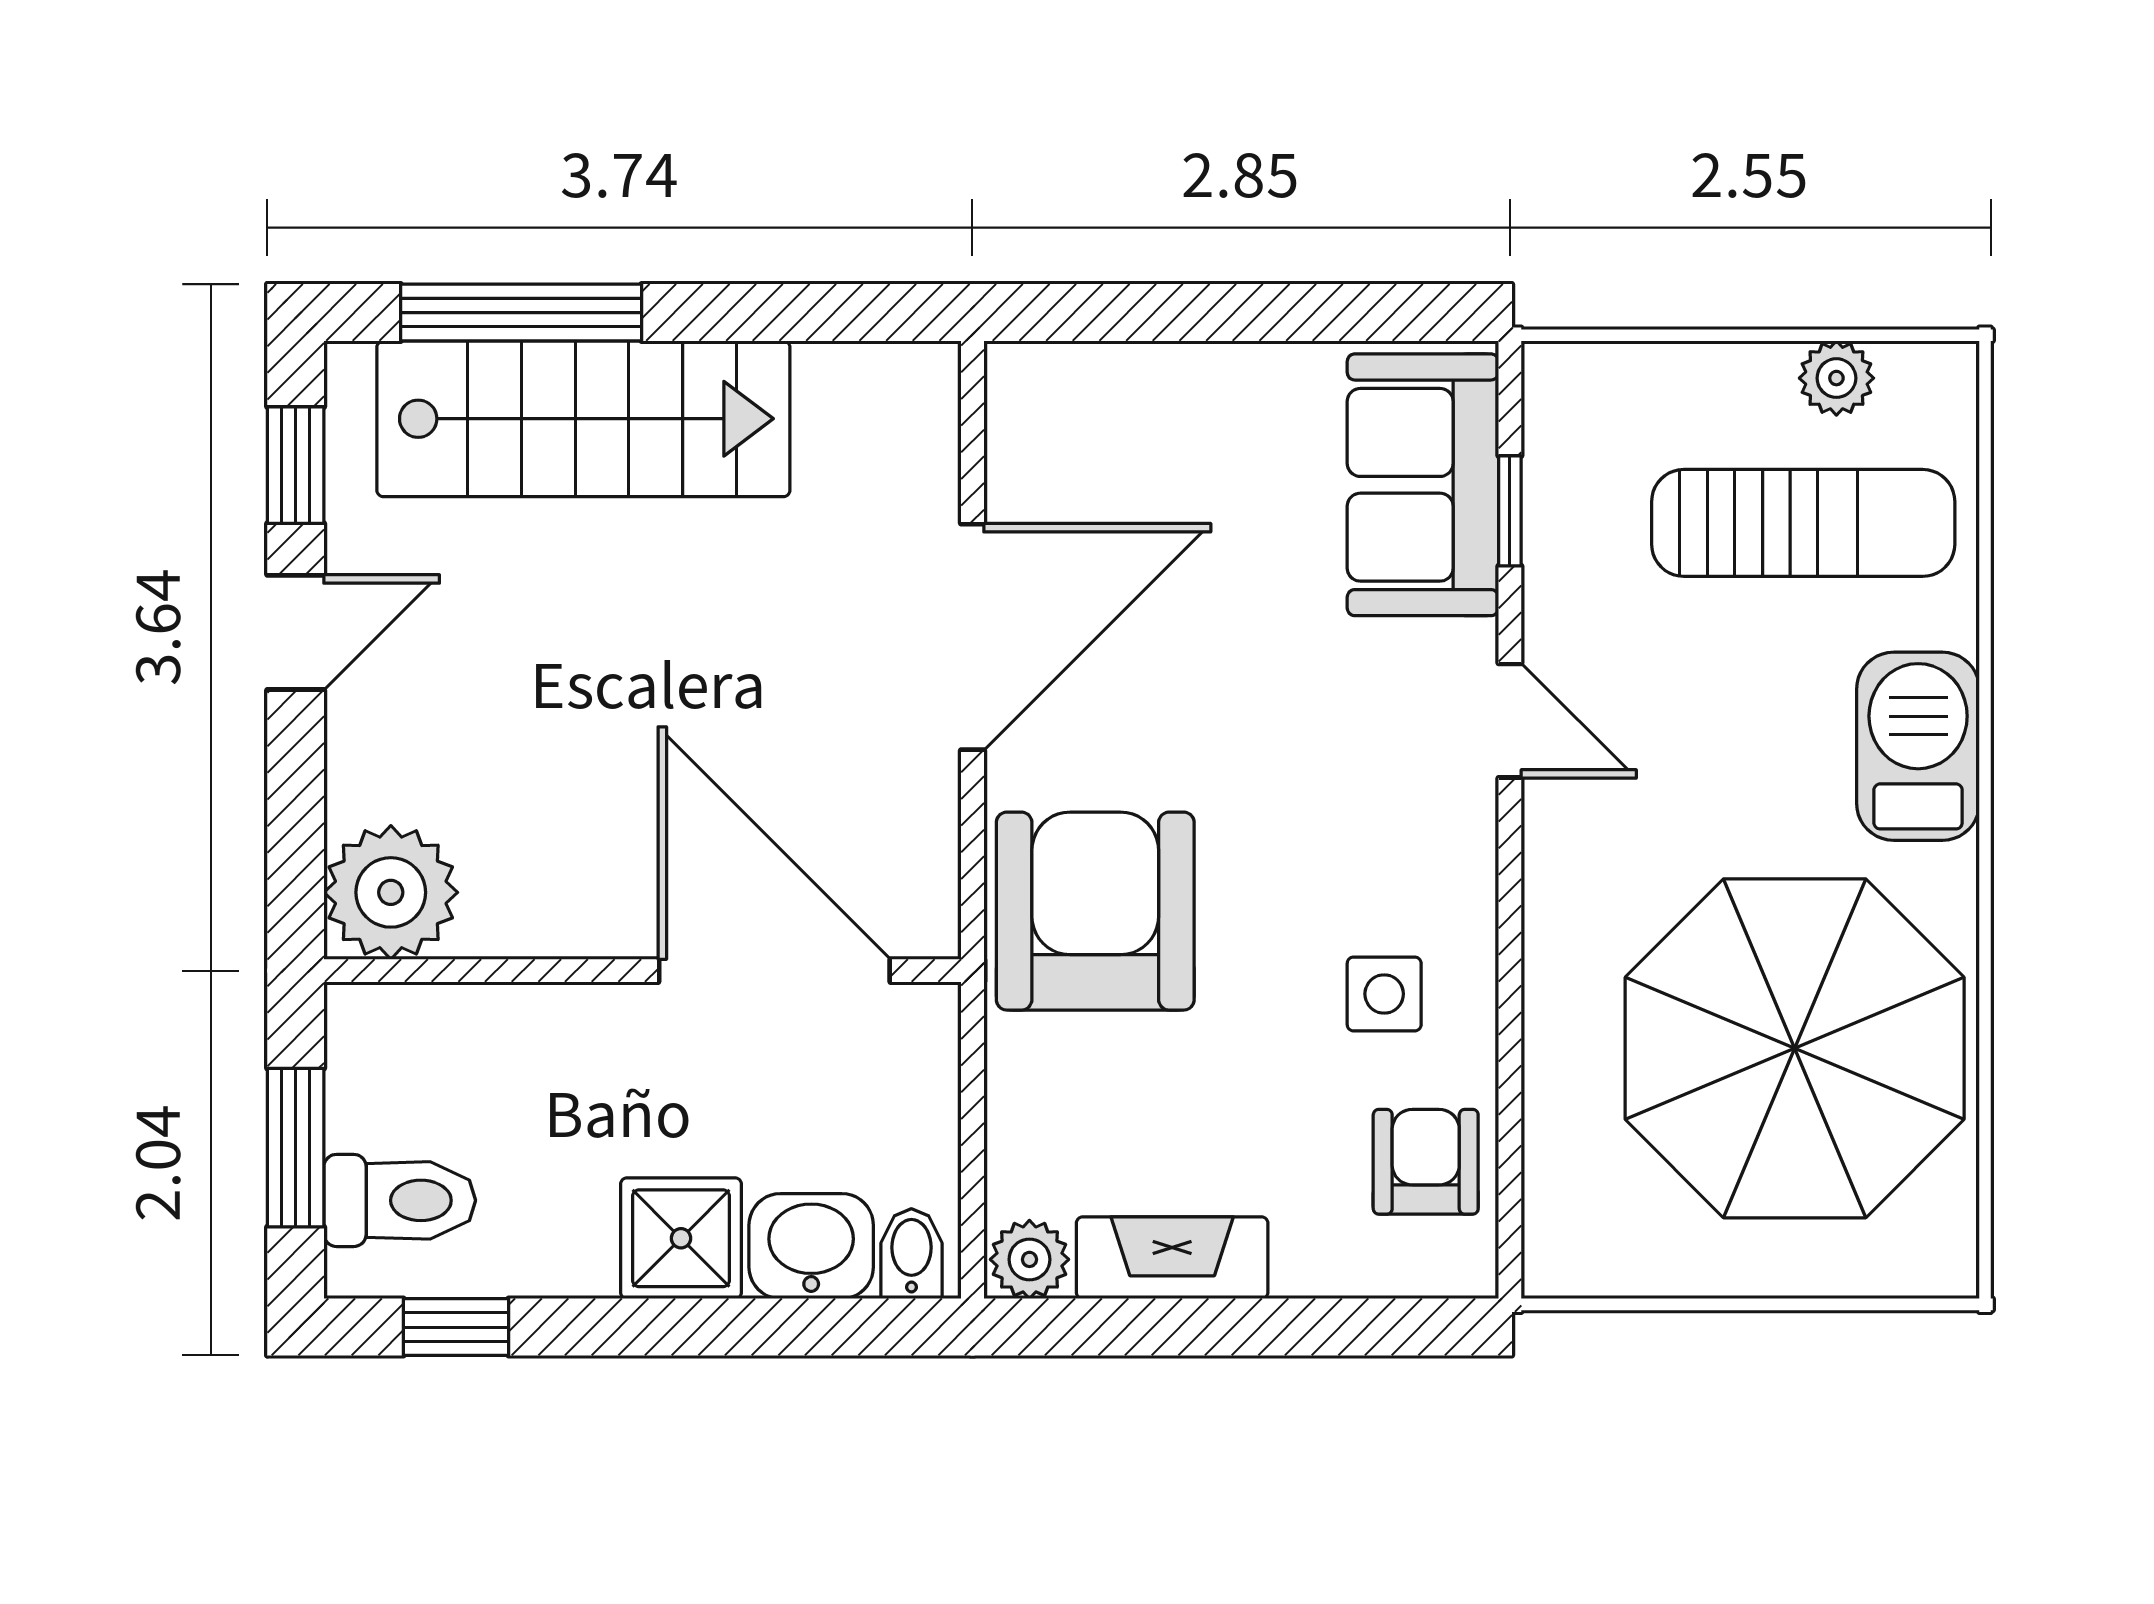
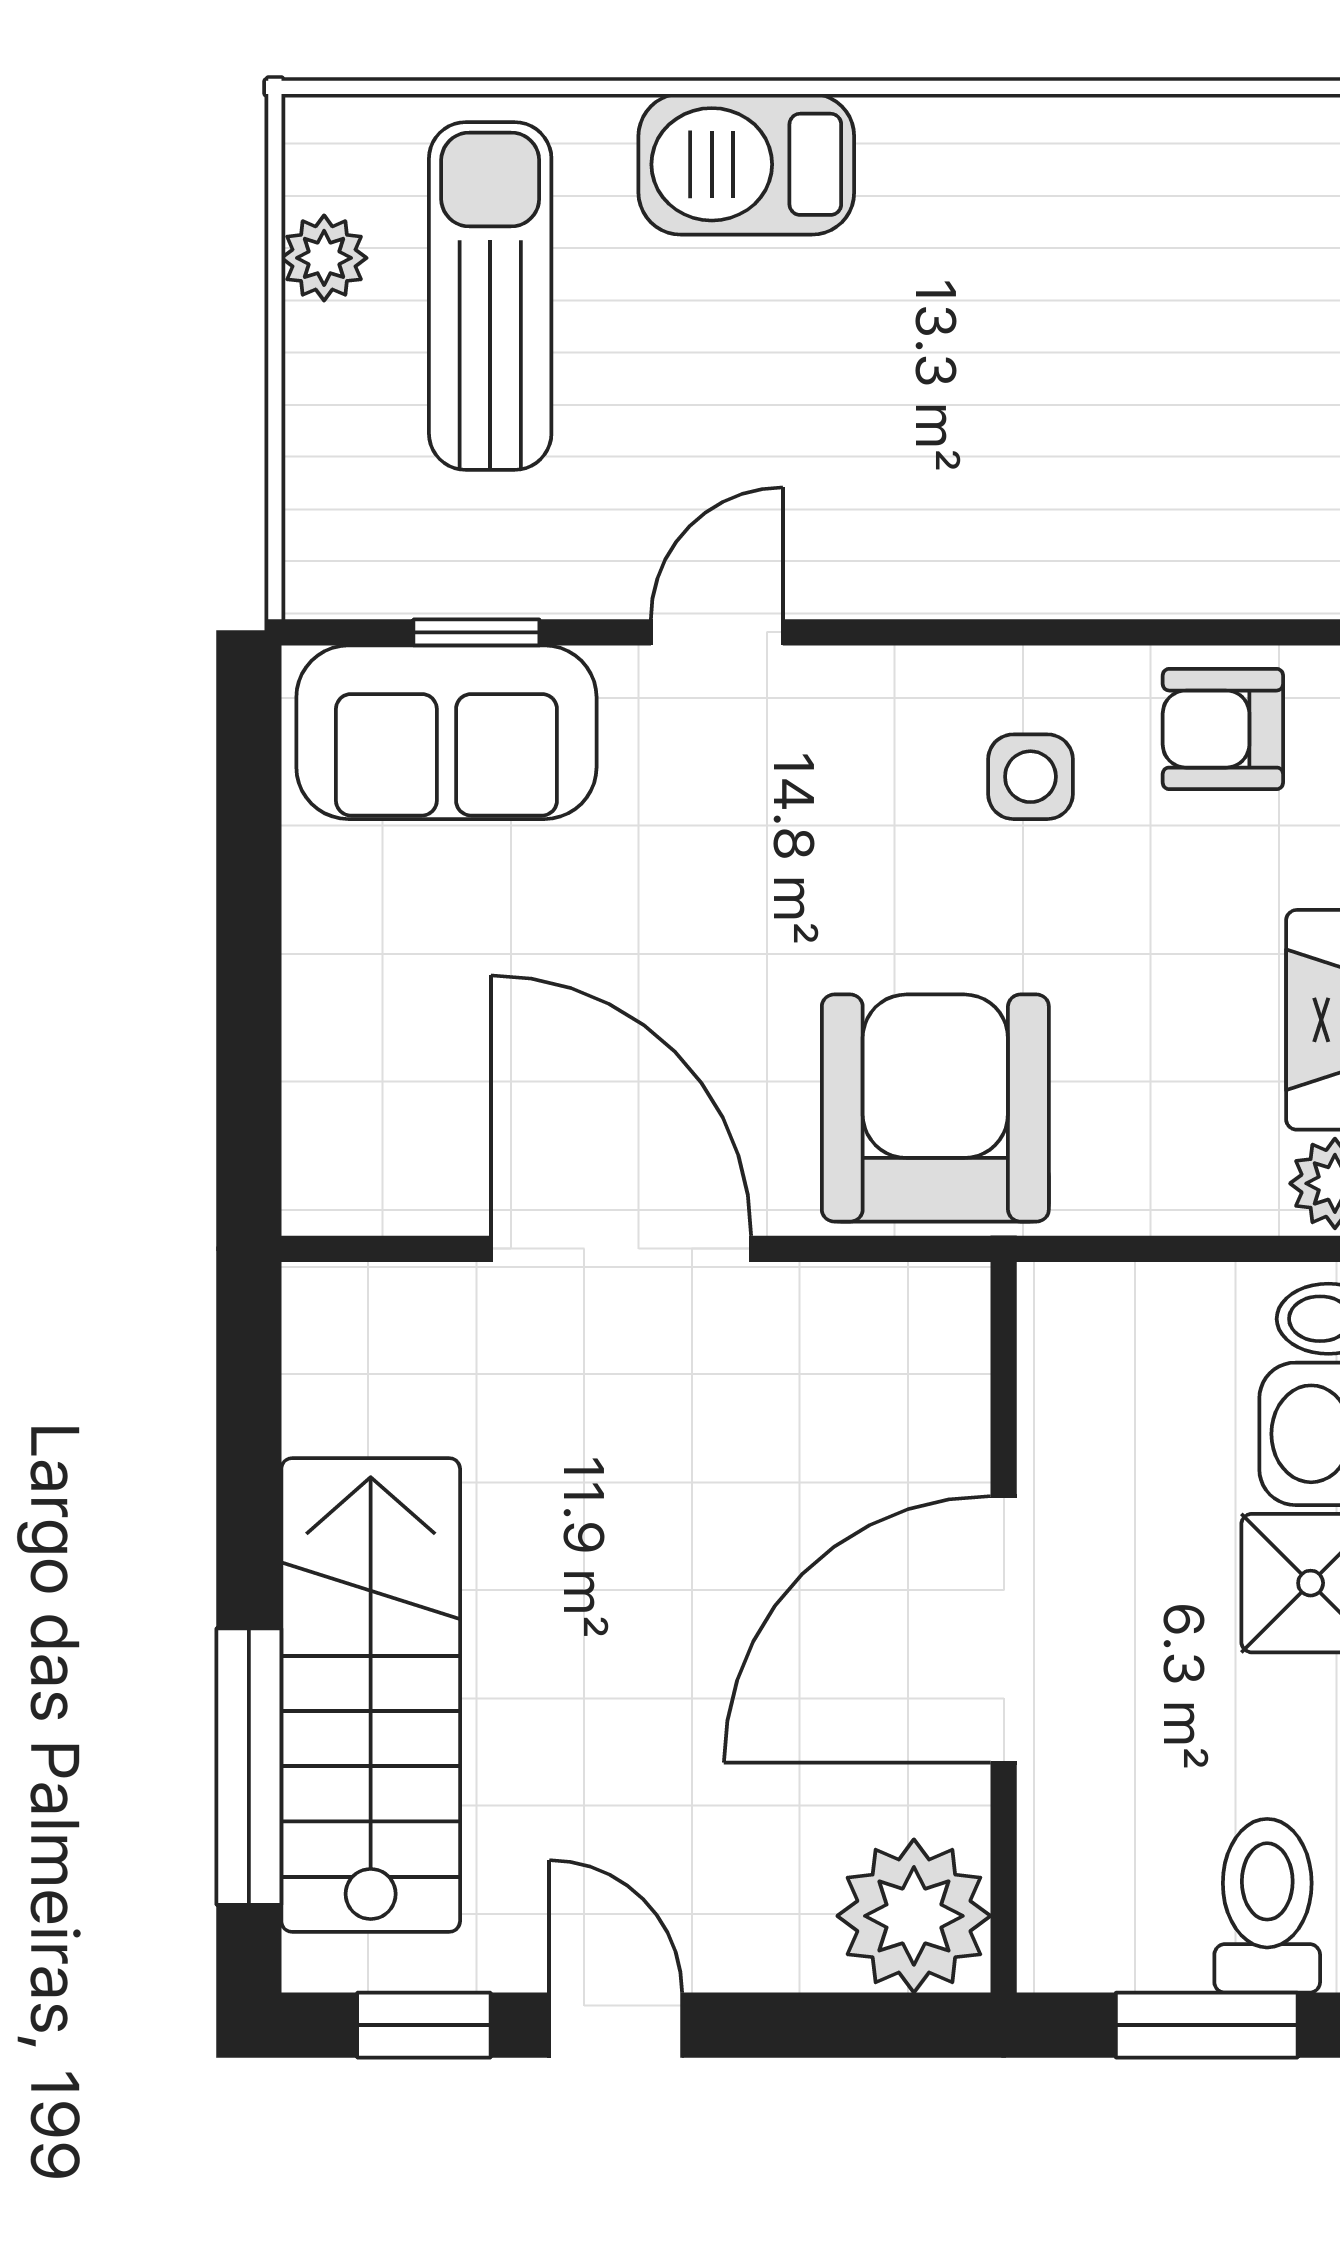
armchair: (1095, 911) -> (935, 1108), turned 90
door: (774, 971) -> (1004, 1629), moved
parasol: (1795, 1048) -> (1093, 306), removed

